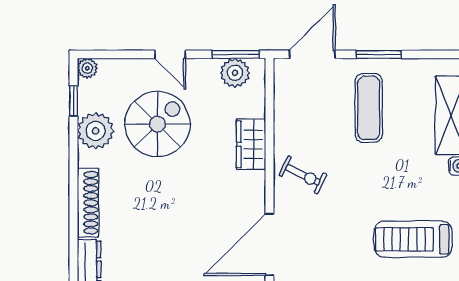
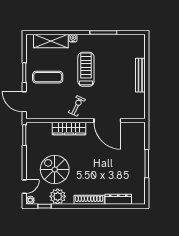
door: (170, 54) -> (24, 187), moved
plant: (235, 73) -> (32, 136), removed
wardrobe: (251, 144) -> (69, 129), width x1.50
treadmill: (413, 239) -> (86, 69), moved, turned 180

